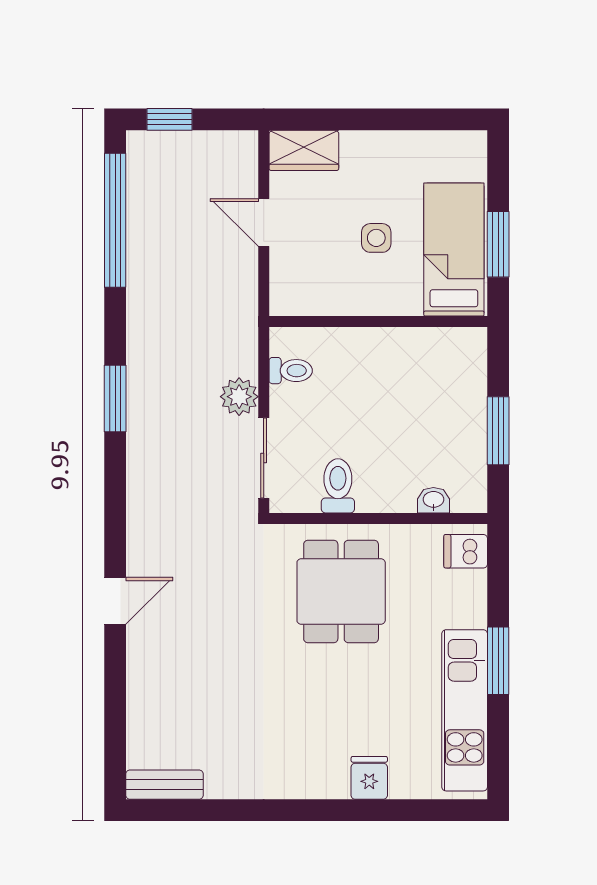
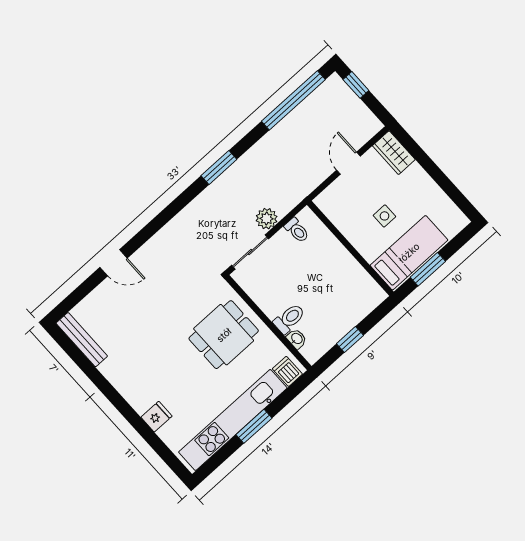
window: (498, 431) -> (350, 340), width x0.67
toilet: (338, 486) -> (289, 319), moved
door: (115, 601) -> (114, 263), moved
kitchen unit: (465, 710) -> (233, 420), width x1.36
bench: (165, 785) -> (82, 340), width x1.36

